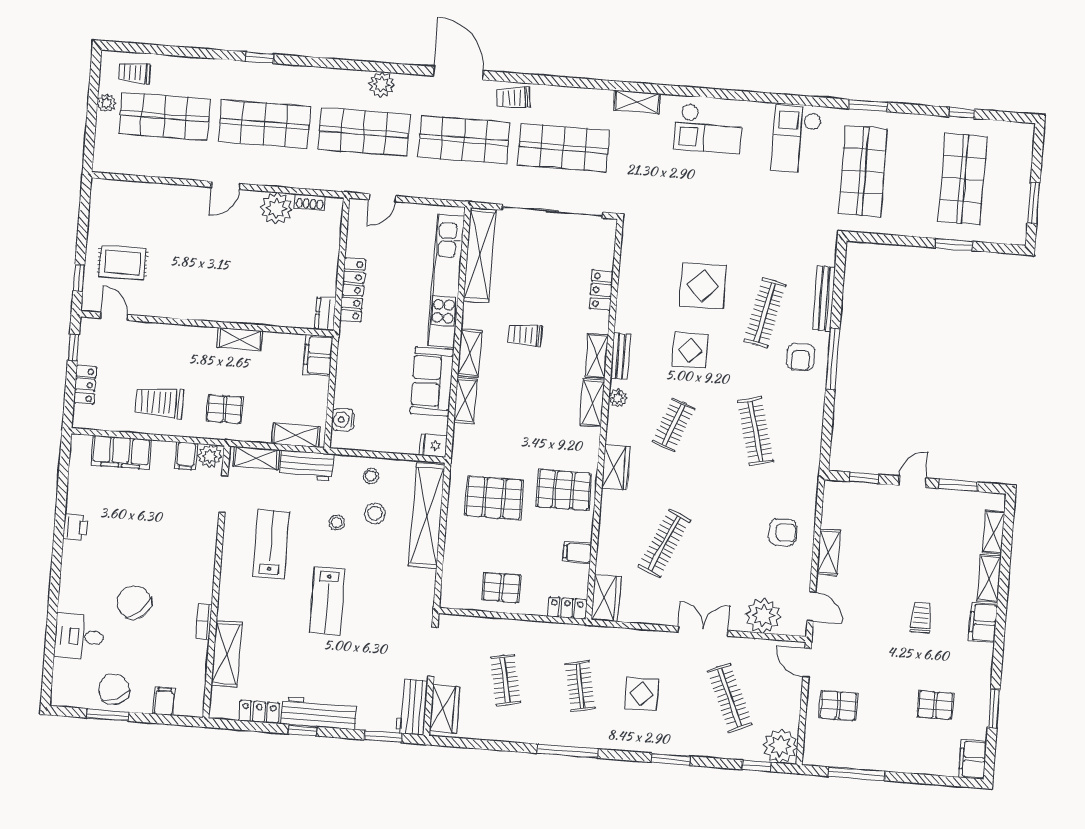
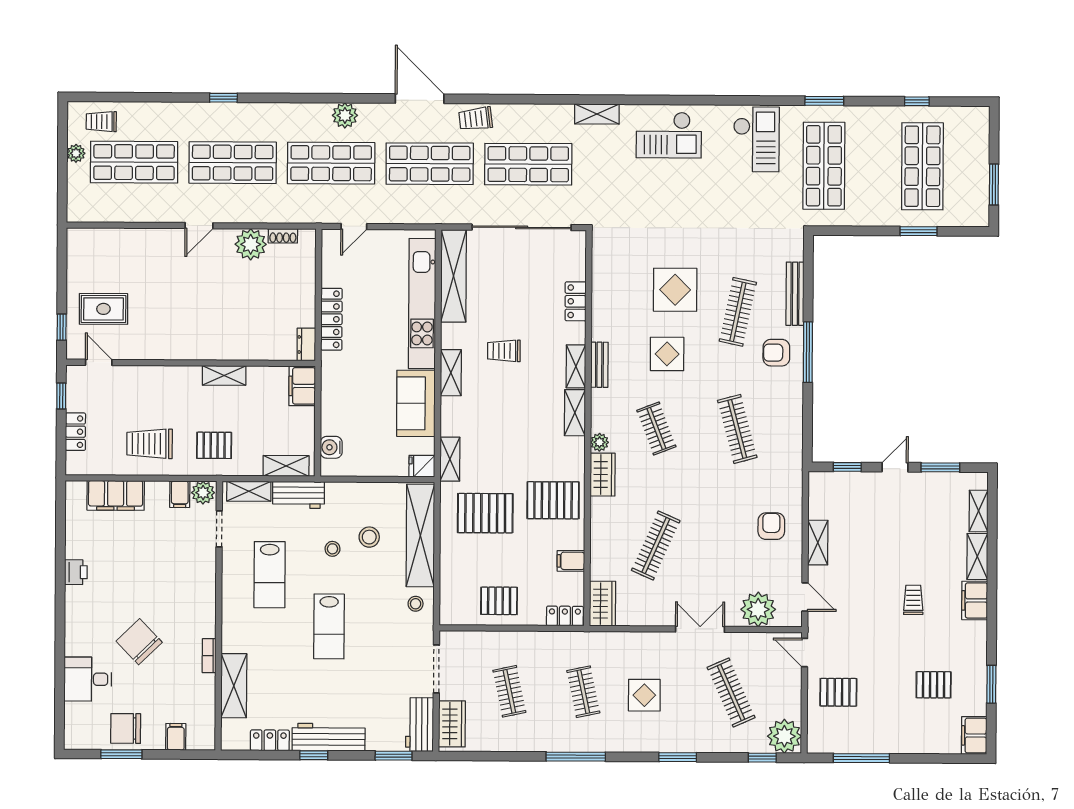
checkout: (796, 139) -> (756, 139), turned 180
armchair: (801, 357) -> (776, 353), turned 90
plant: (618, 398) -> (599, 442), moved
shelving: (465, 400) -> (450, 459), moved
clothes rail: (674, 425) -> (656, 428), turned -42
stool: (371, 476) -> (416, 604), moved
armchair: (783, 532) -> (771, 526), turned -90
lab bench: (271, 544) -> (270, 575), turned 180
chair: (114, 689) -> (126, 728), turned -66

